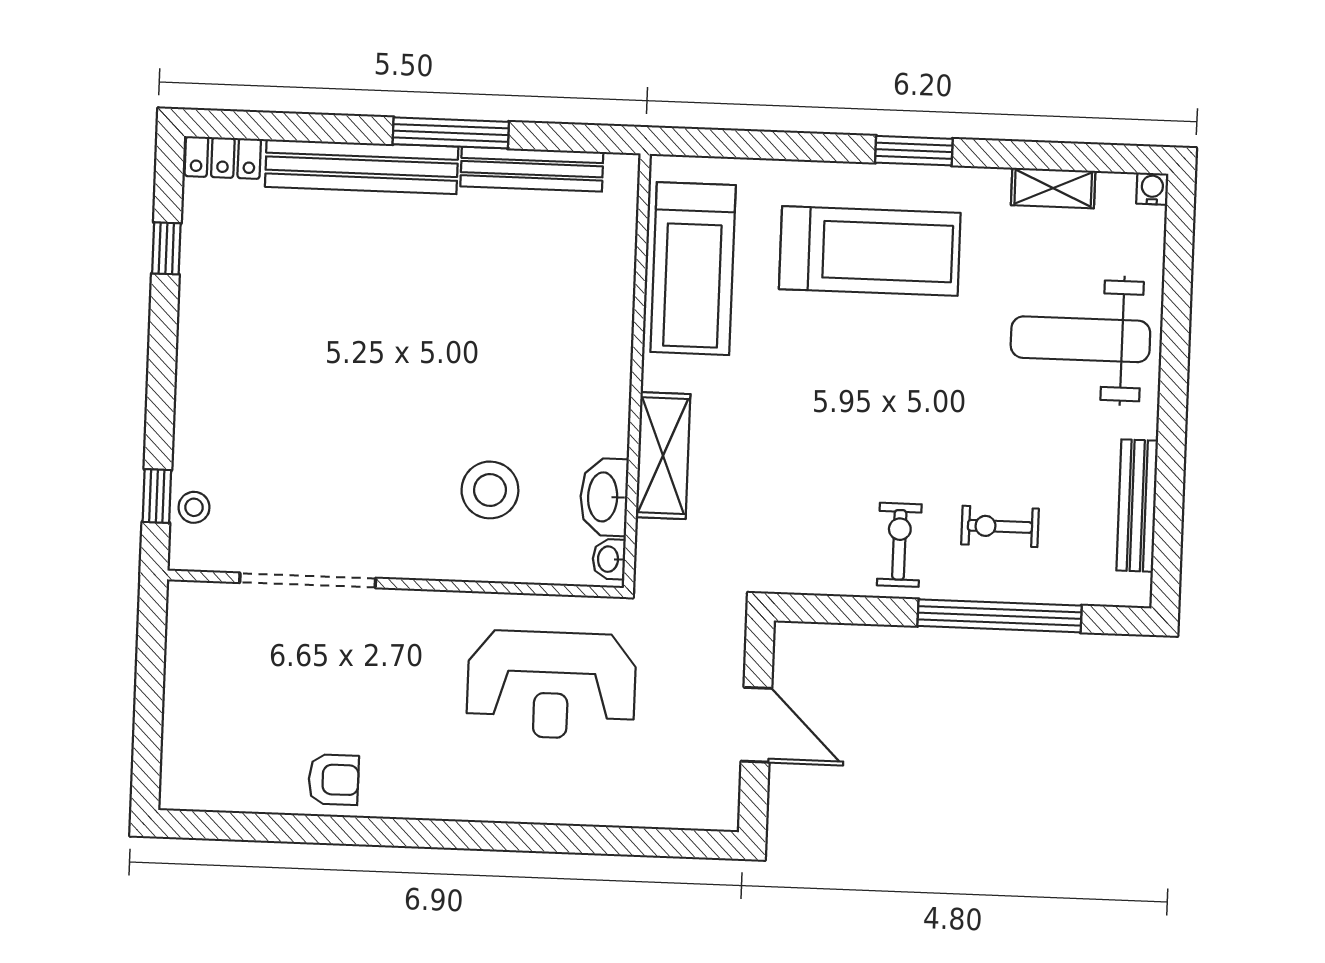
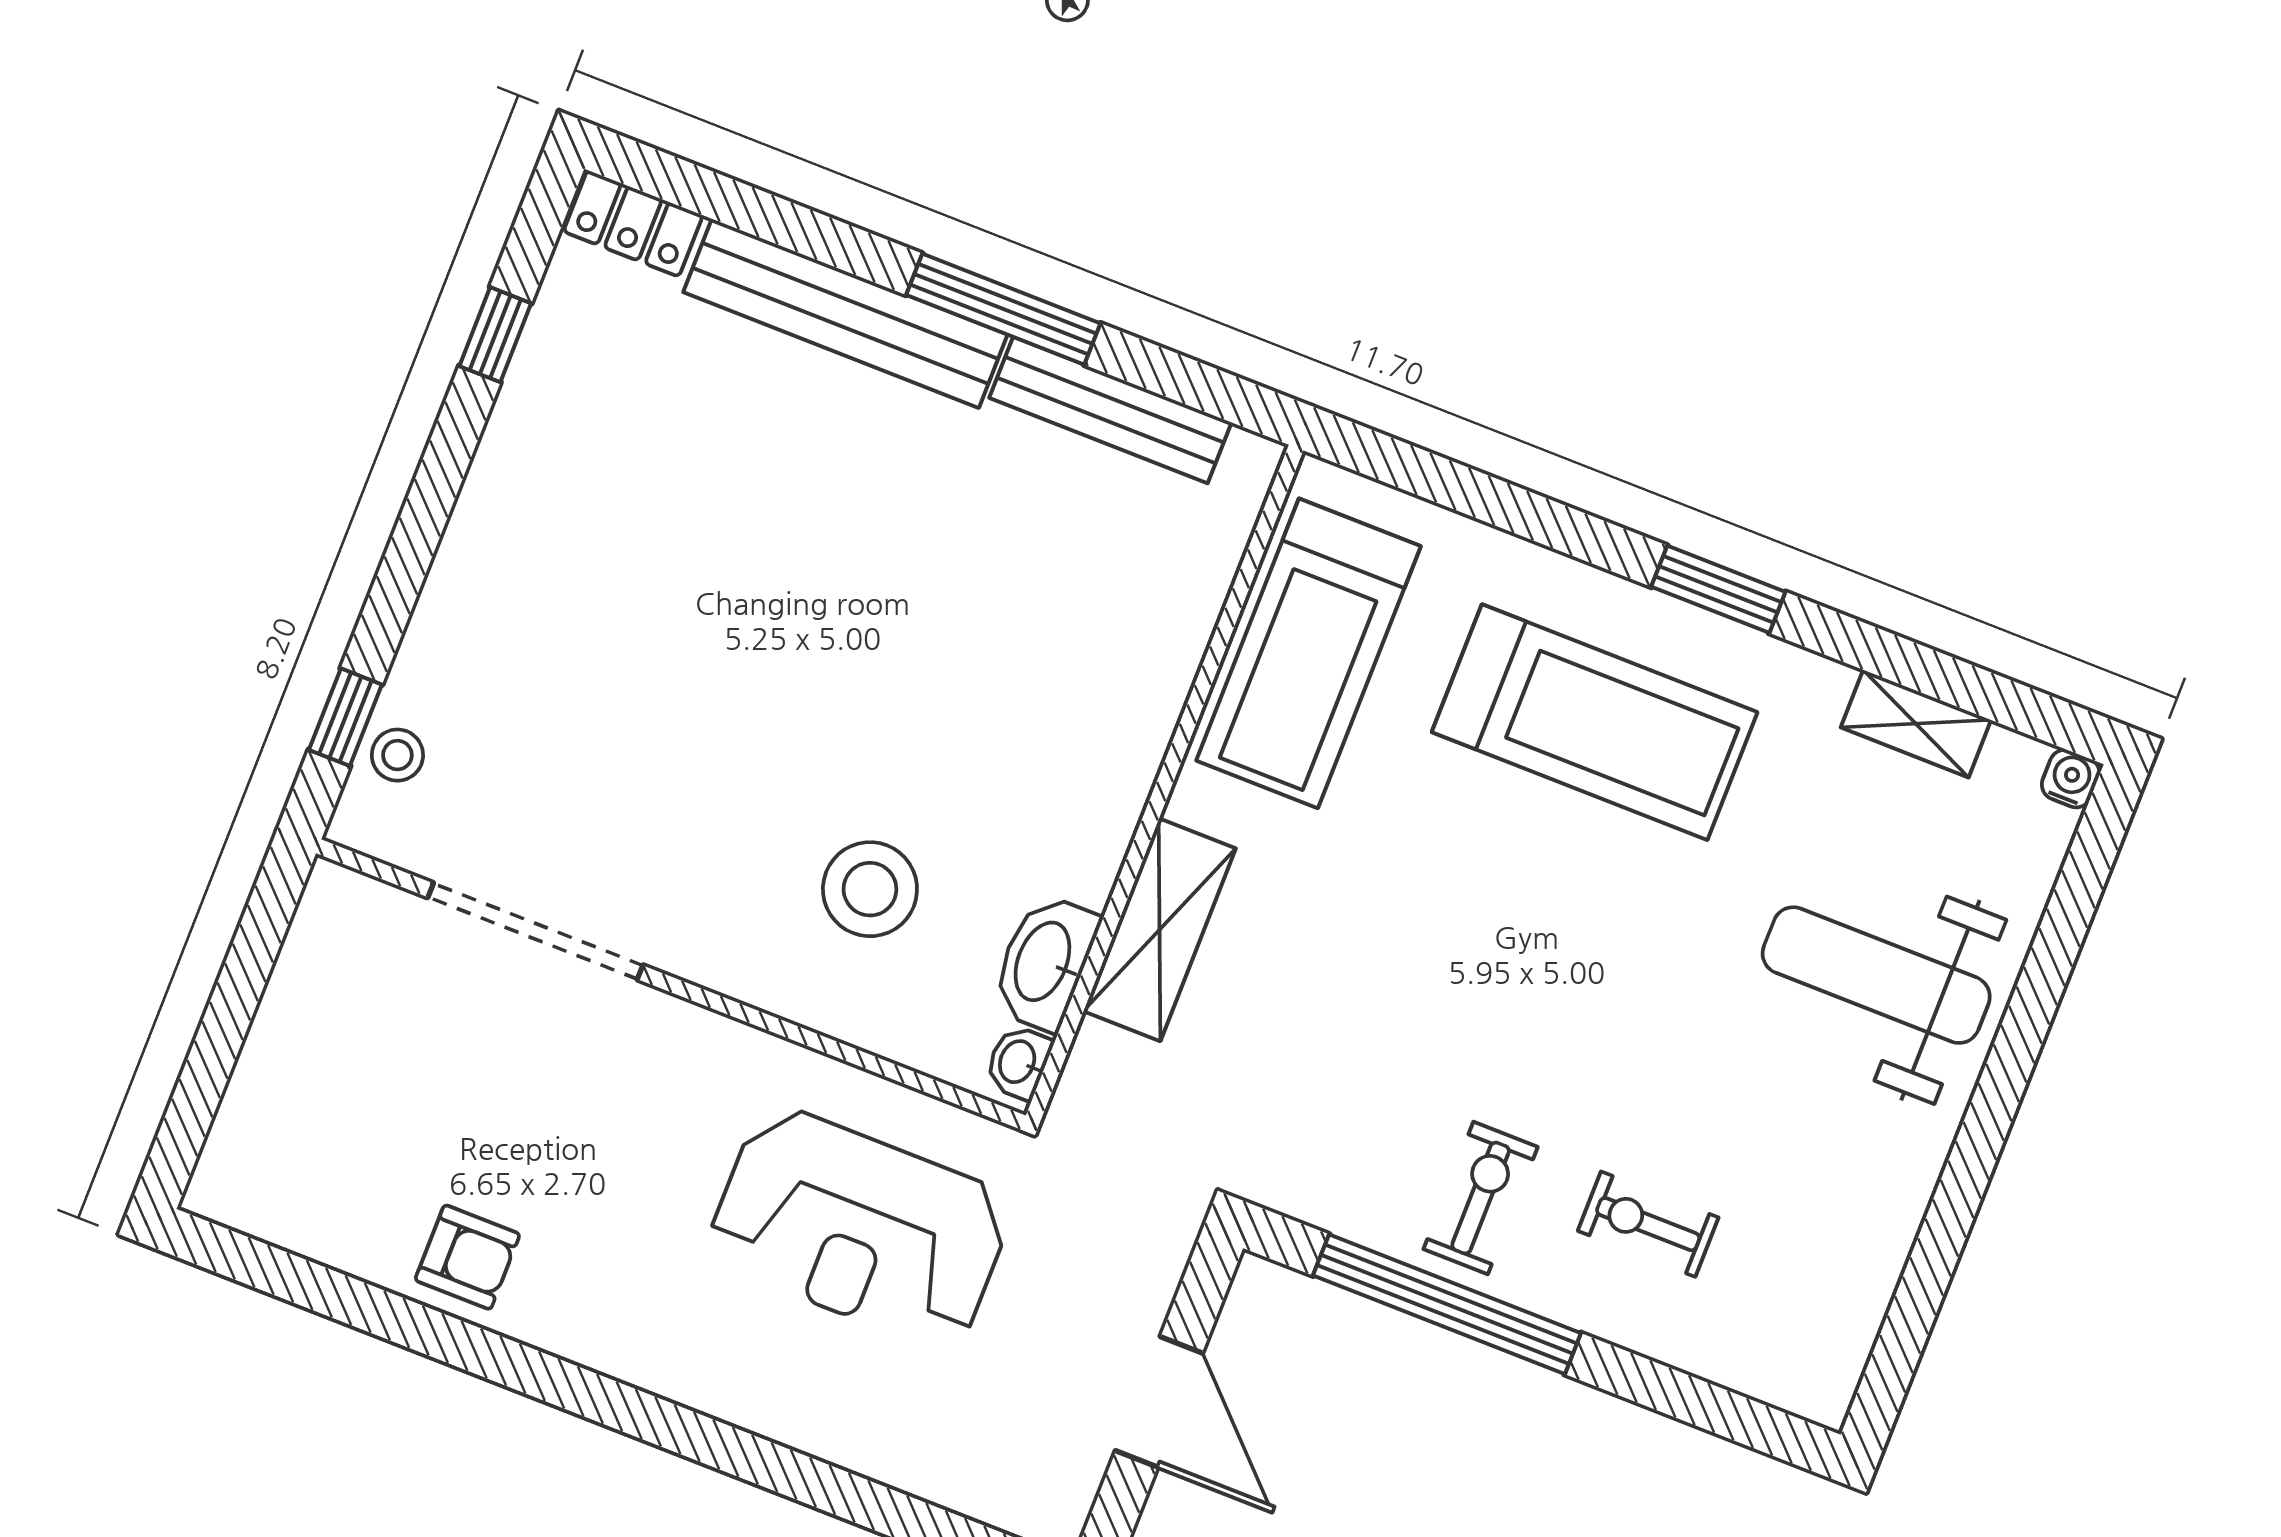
bench: (1137, 506) -> (1874, 1266), removed
window: (1000, 616) -> (1447, 1304), moved

